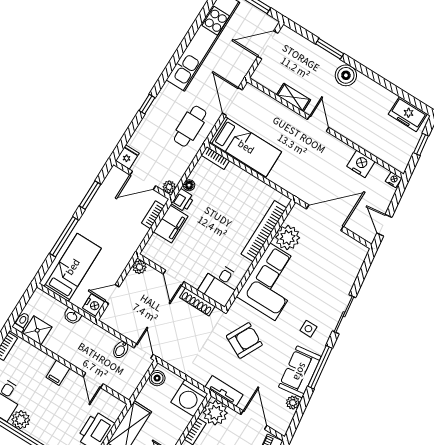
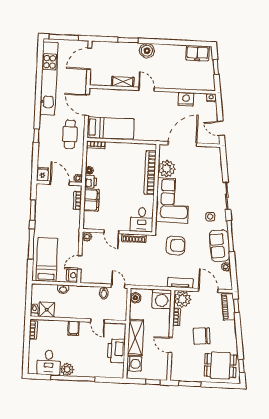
door: (143, 180) -> (60, 183), swing flipped
armchair: (244, 340) -> (175, 245), turned 63

